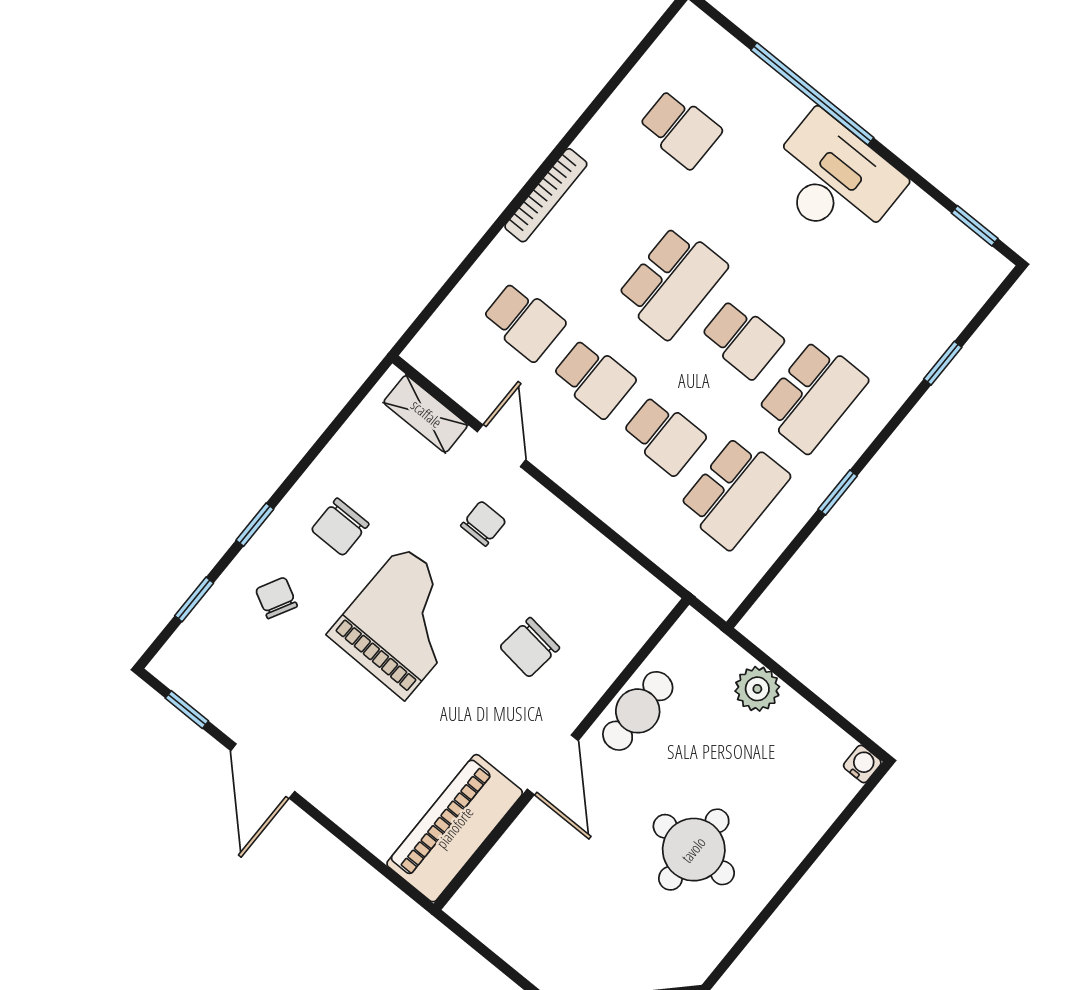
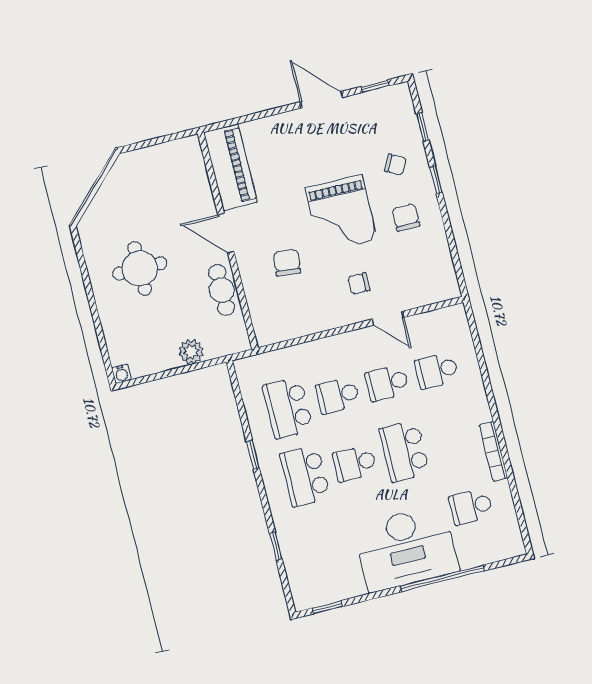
desk: (834, 180) -> (406, 548), width x1.36, depth x1.30
bookcase: (546, 195) -> (494, 451), moved
shelving: (426, 414) -> (428, 295), removed
chair: (483, 523) -> (359, 284), turned 90

